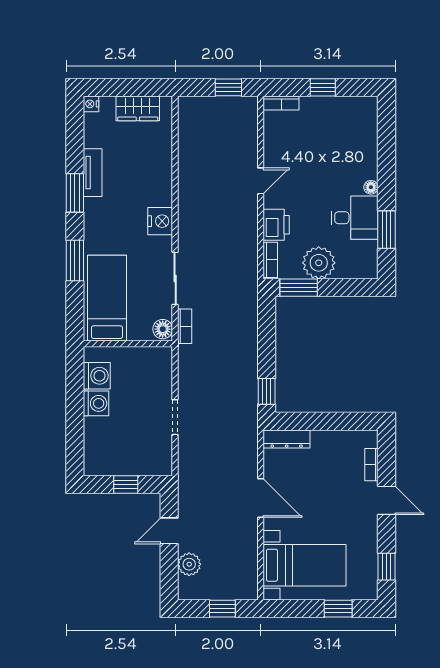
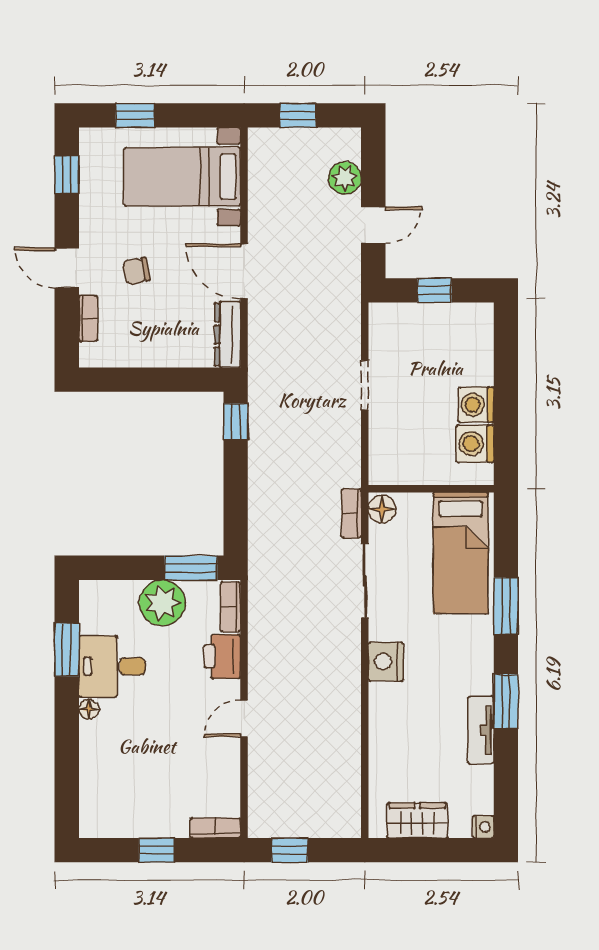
dresser: (287, 439) -> (228, 335), moved, turned -90
chair: (337, 498) -> (136, 271), added

